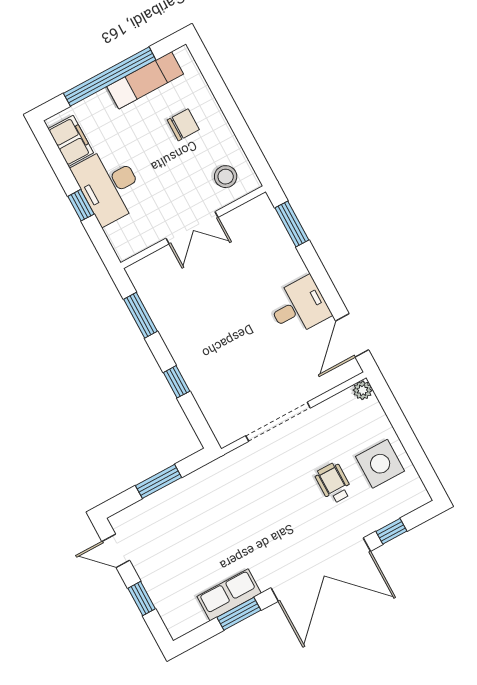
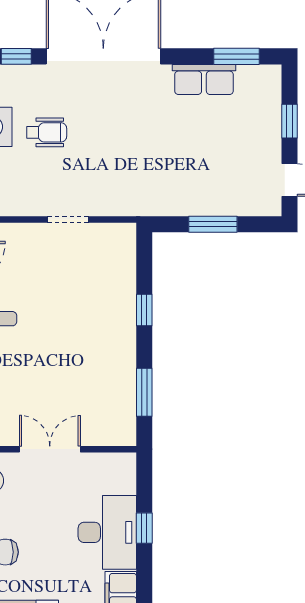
doorway: (278, 422) -> (68, 220), width x0.53
wheelchair: (334, 483) -> (47, 132), turned -90
window: (239, 614) -> (237, 56), moved

